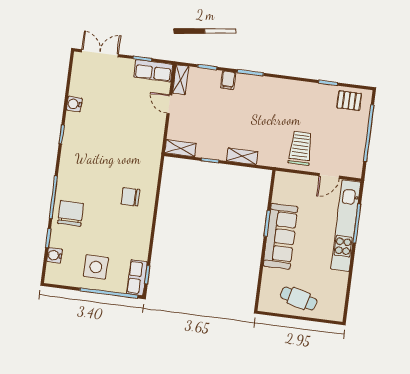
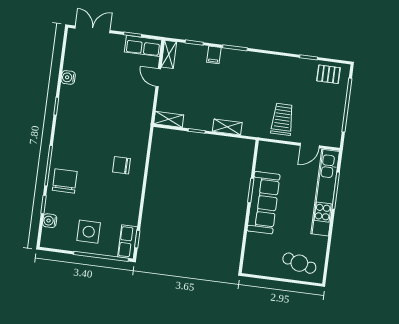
cafe table: (299, 298) -> (299, 263), moved

